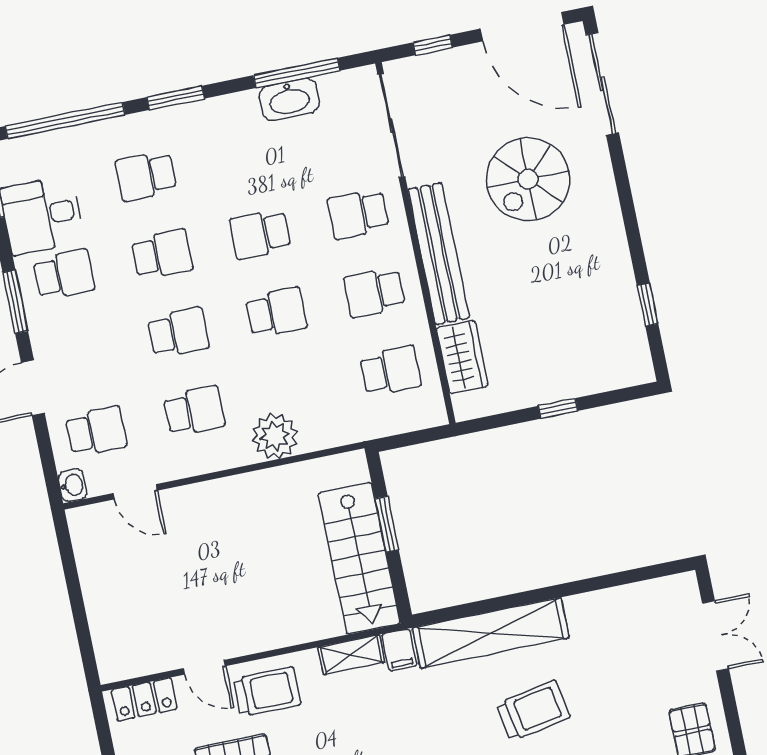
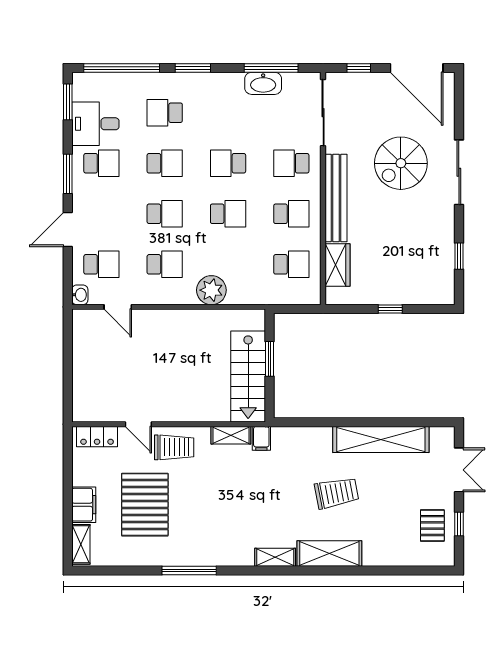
sliding door: (602, 84) -> (459, 172), moved
school desk: (374, 292) -> (291, 214), turned 180
shelving: (491, 633) -> (381, 439), moved
window: (733, 720) -> (459, 524), added

